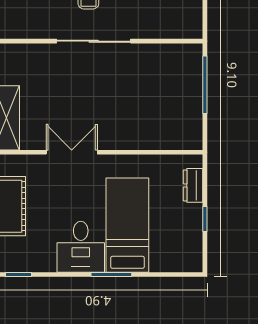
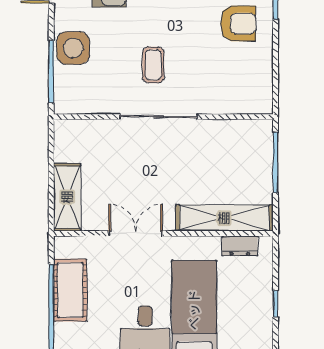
shelving: (156, 137) -> (224, 218), added
dresser: (193, 185) -> (240, 246), moved, turned -90

